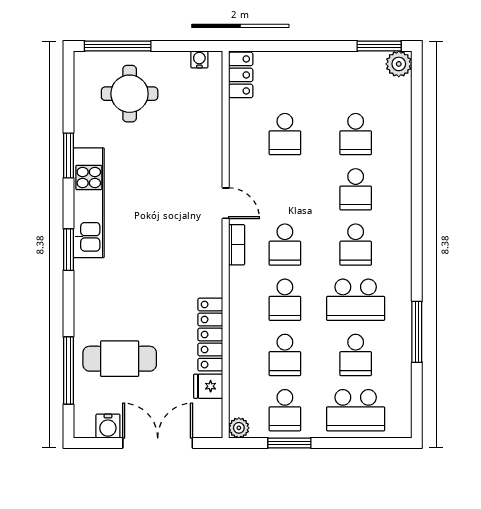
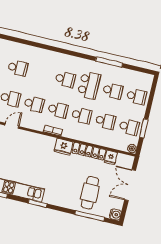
school desk: (356, 189) -> (34, 104), moved
door: (226, 203) -> (12, 126), moved
fridge: (207, 276) -> (64, 147), added
school desk: (356, 410) -> (136, 96), width x0.54
water cooler: (108, 426) -> (115, 214), moved

